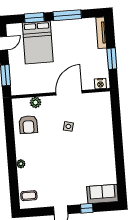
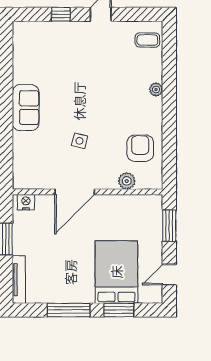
sofa: (102, 194) -> (26, 108), moved, turned -90

